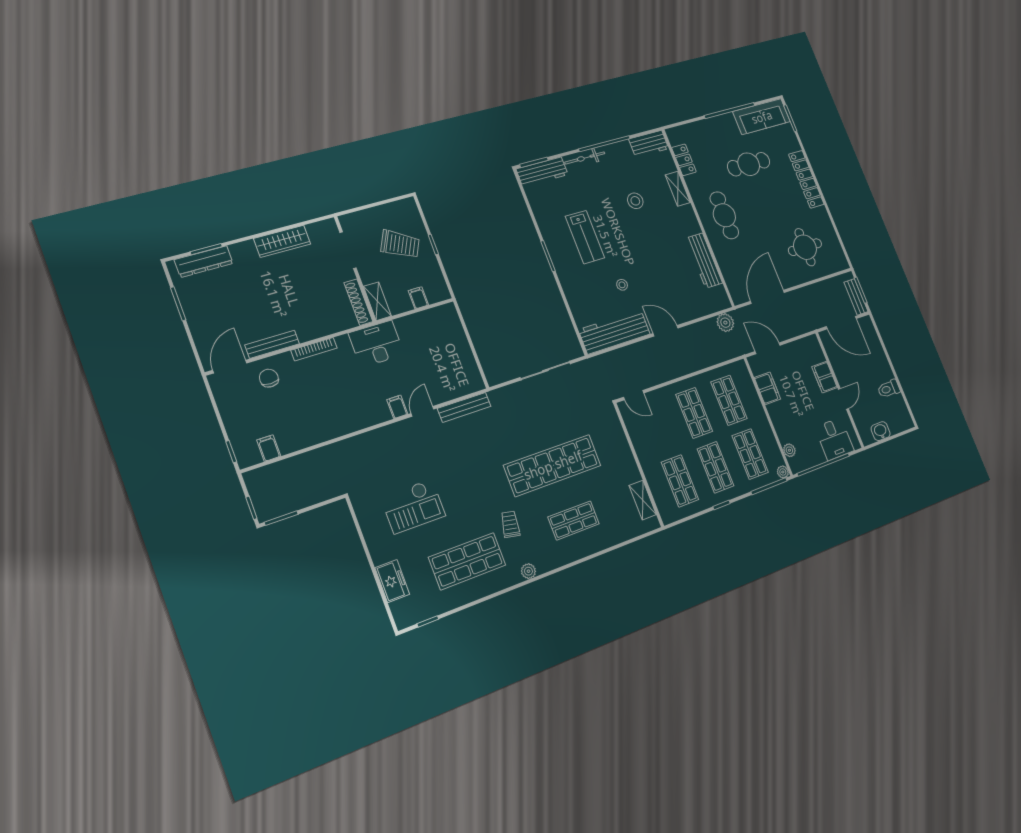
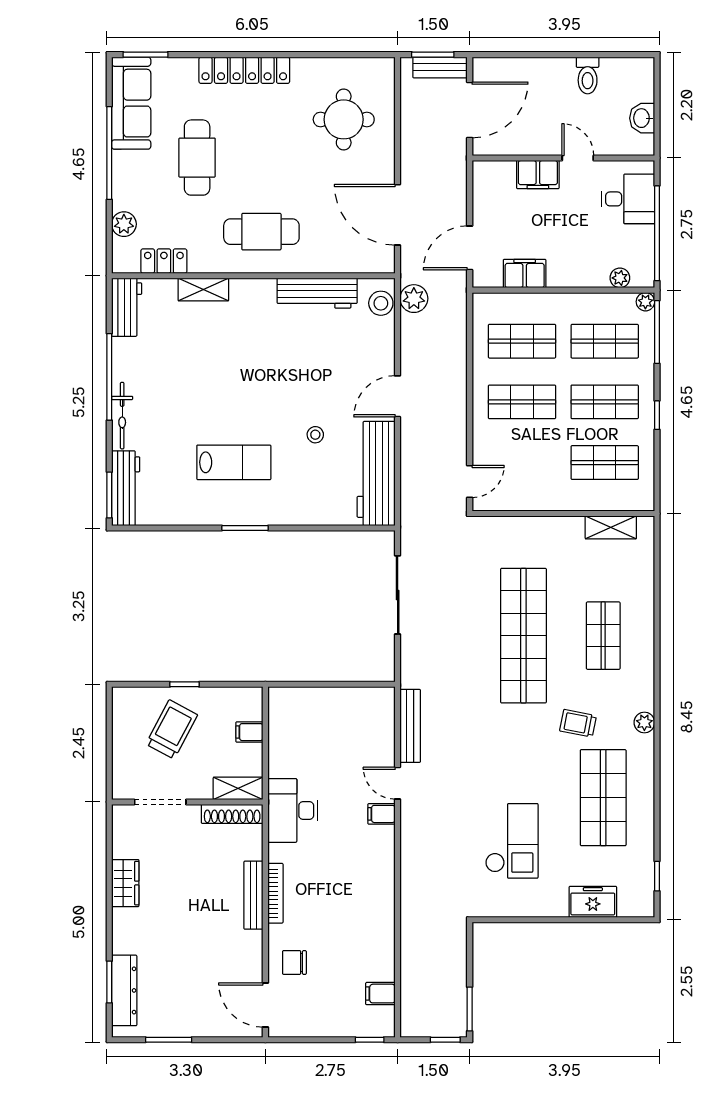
plant: (695, 130) -> (124, 224), added
stool: (635, 201) -> (381, 303), moved
wardrobe: (282, 241) -> (125, 883), width x0.67
bench: (272, 344) -> (253, 895), moved

